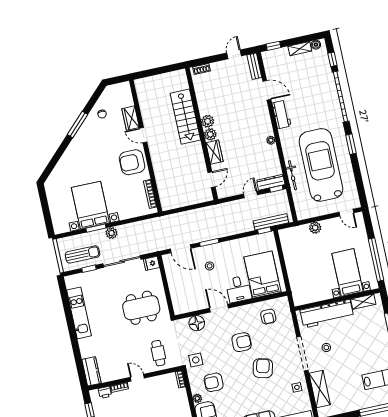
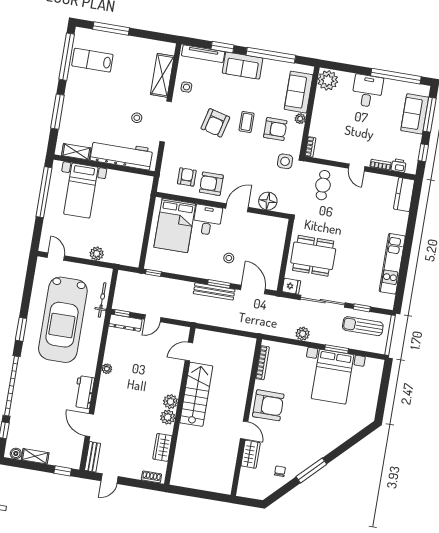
stairs: (185, 117) -> (196, 394), moved
wardrobe: (214, 152) -> (162, 447), moved
bicycle: (292, 175) -> (102, 300), moved
bench: (271, 222) -> (214, 291), moved
plant: (111, 233) -> (303, 334), moved
dining table: (141, 308) -> (313, 256), moved
door: (219, 308) -> (237, 208), swing flipped
armchair: (242, 342) -> (211, 184), moved
coffee table: (239, 379) -> (247, 122), added

